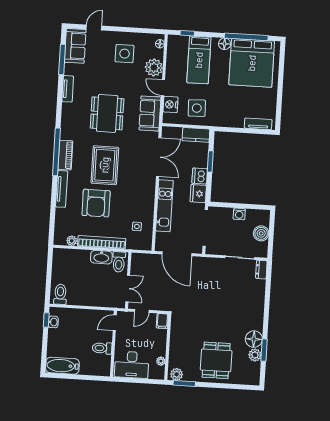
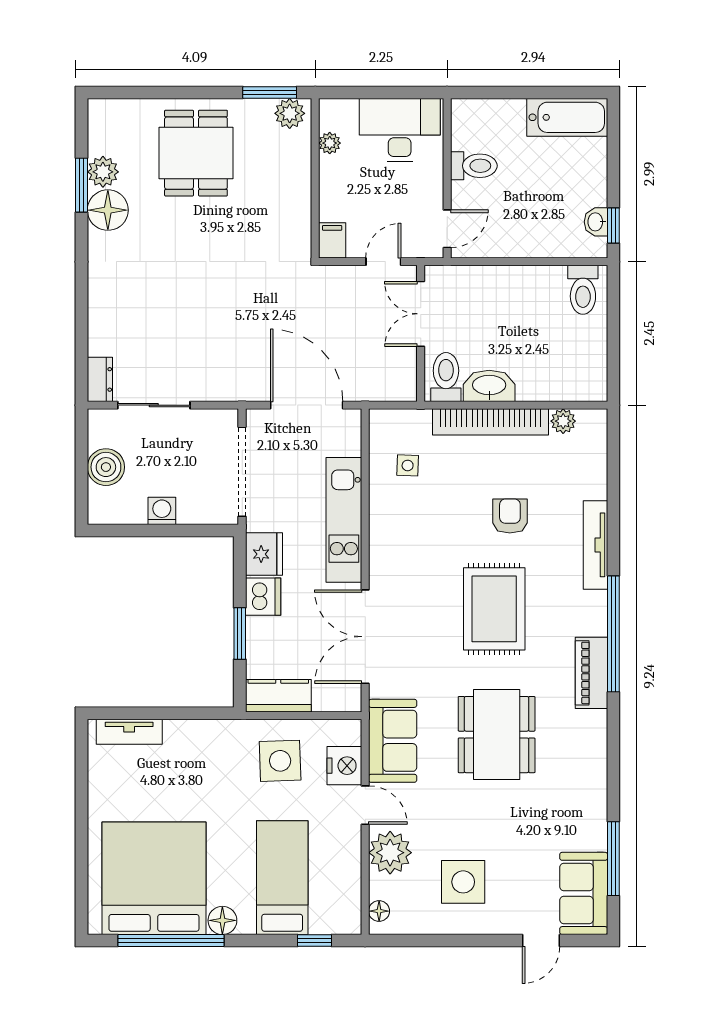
tv unit: (68, 89) -> (595, 788), removed
piano: (65, 155) -> (592, 673), moved
armchair: (96, 203) -> (510, 516), width x0.53, depth x0.53

